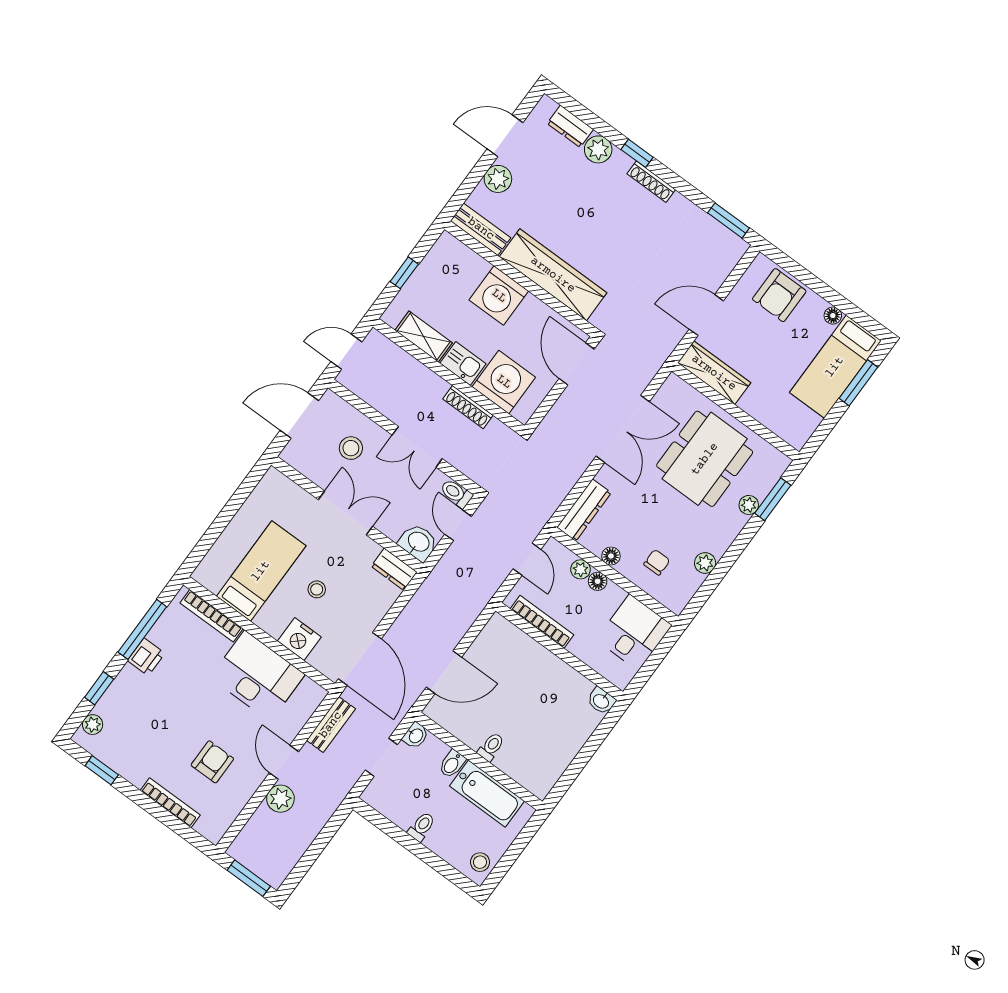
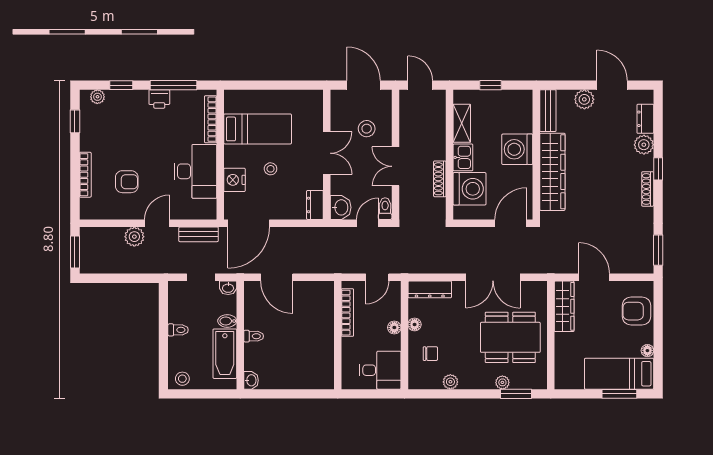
plant: (580, 569) -> (394, 313), removed
washbasin: (601, 701) -> (251, 380), moved, turned 180

